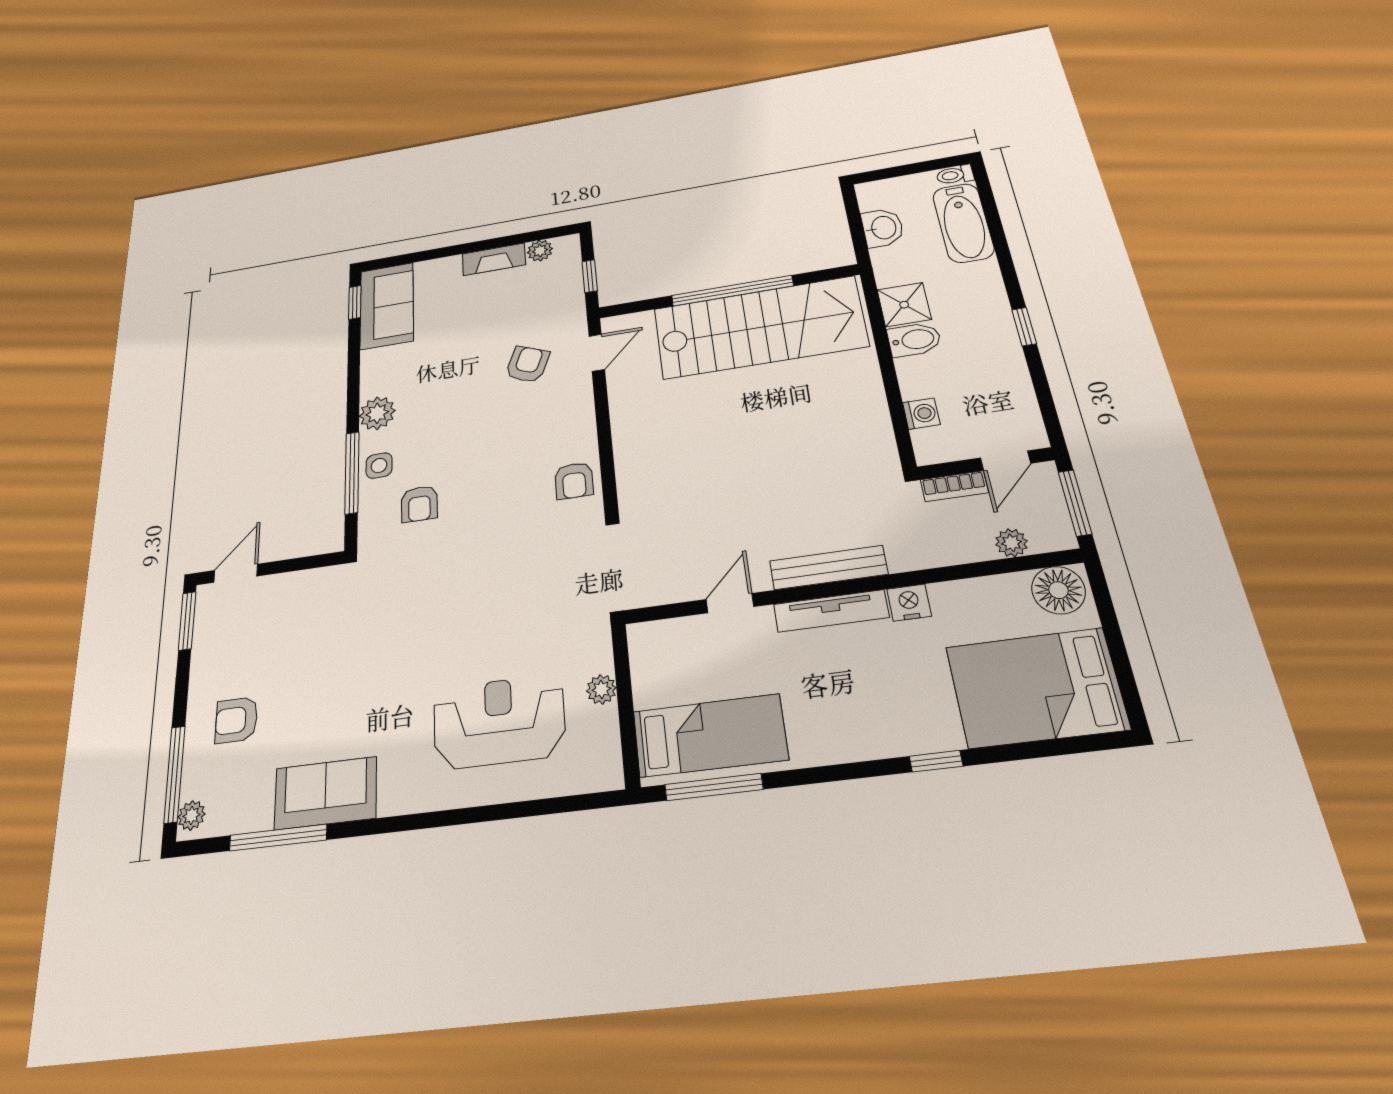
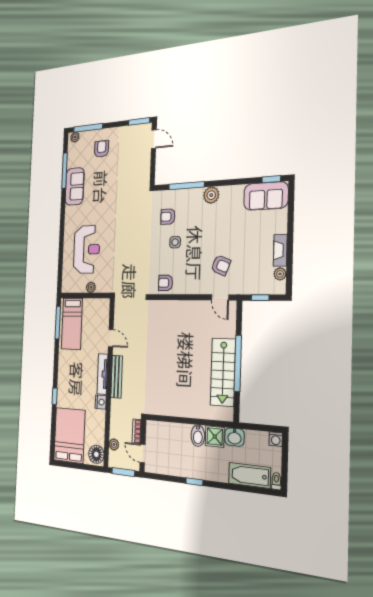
washbasin: (883, 228) -> (234, 437), moved
stairs: (759, 327) -> (223, 372), width x0.73, depth x0.66
washing machine: (921, 414) -> (276, 439), moved
side table: (379, 466) -> (175, 242), moved

